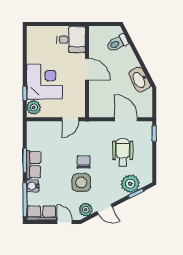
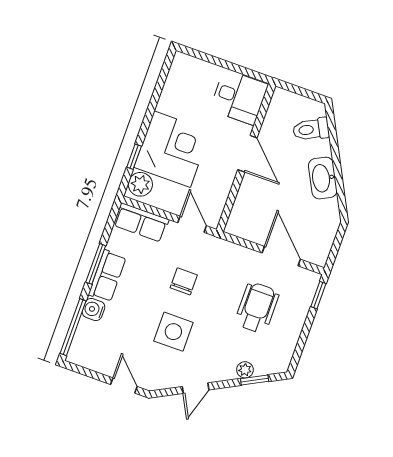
washbasin: (140, 80) -> (323, 178), moved
door: (70, 119) -> (192, 224), swing flipped
chair: (84, 162) -> (184, 281), moved
plant: (130, 184) -> (245, 370), width x0.53, depth x0.53
door: (105, 209) -> (196, 388), hinge flipped
plant: (86, 210) -> (165, 378), removed
row of seats: (42, 213) -> (141, 222), moved, turned 180

